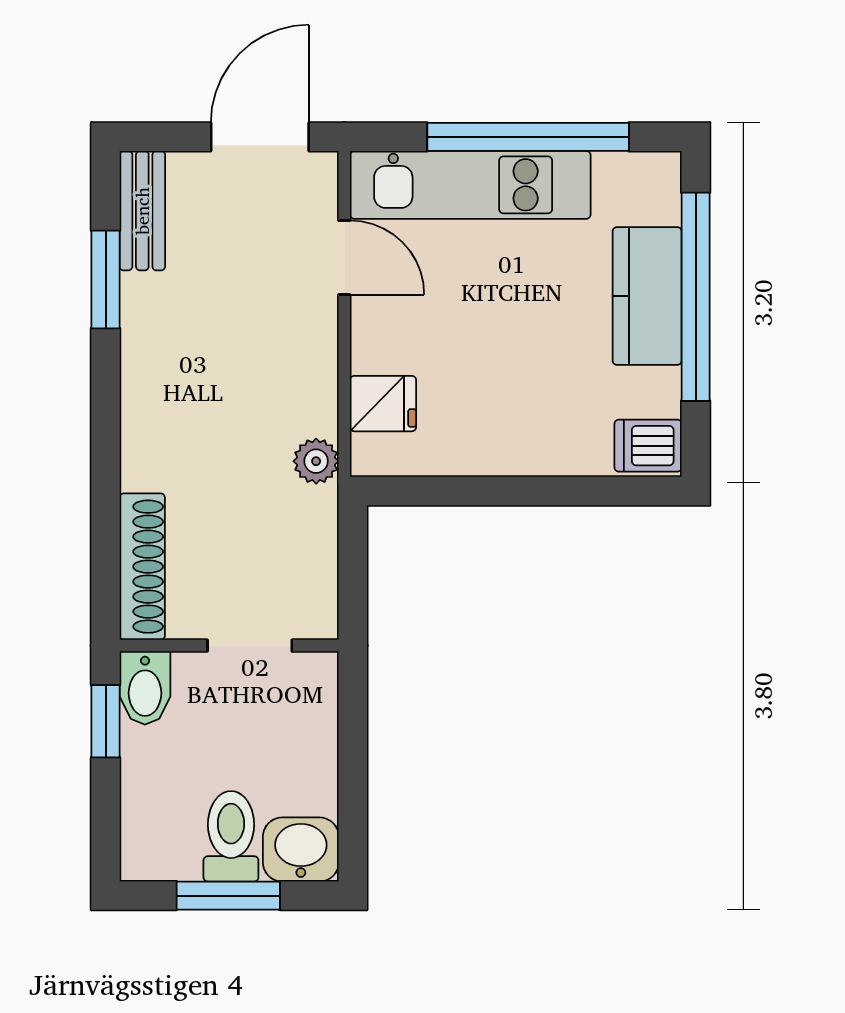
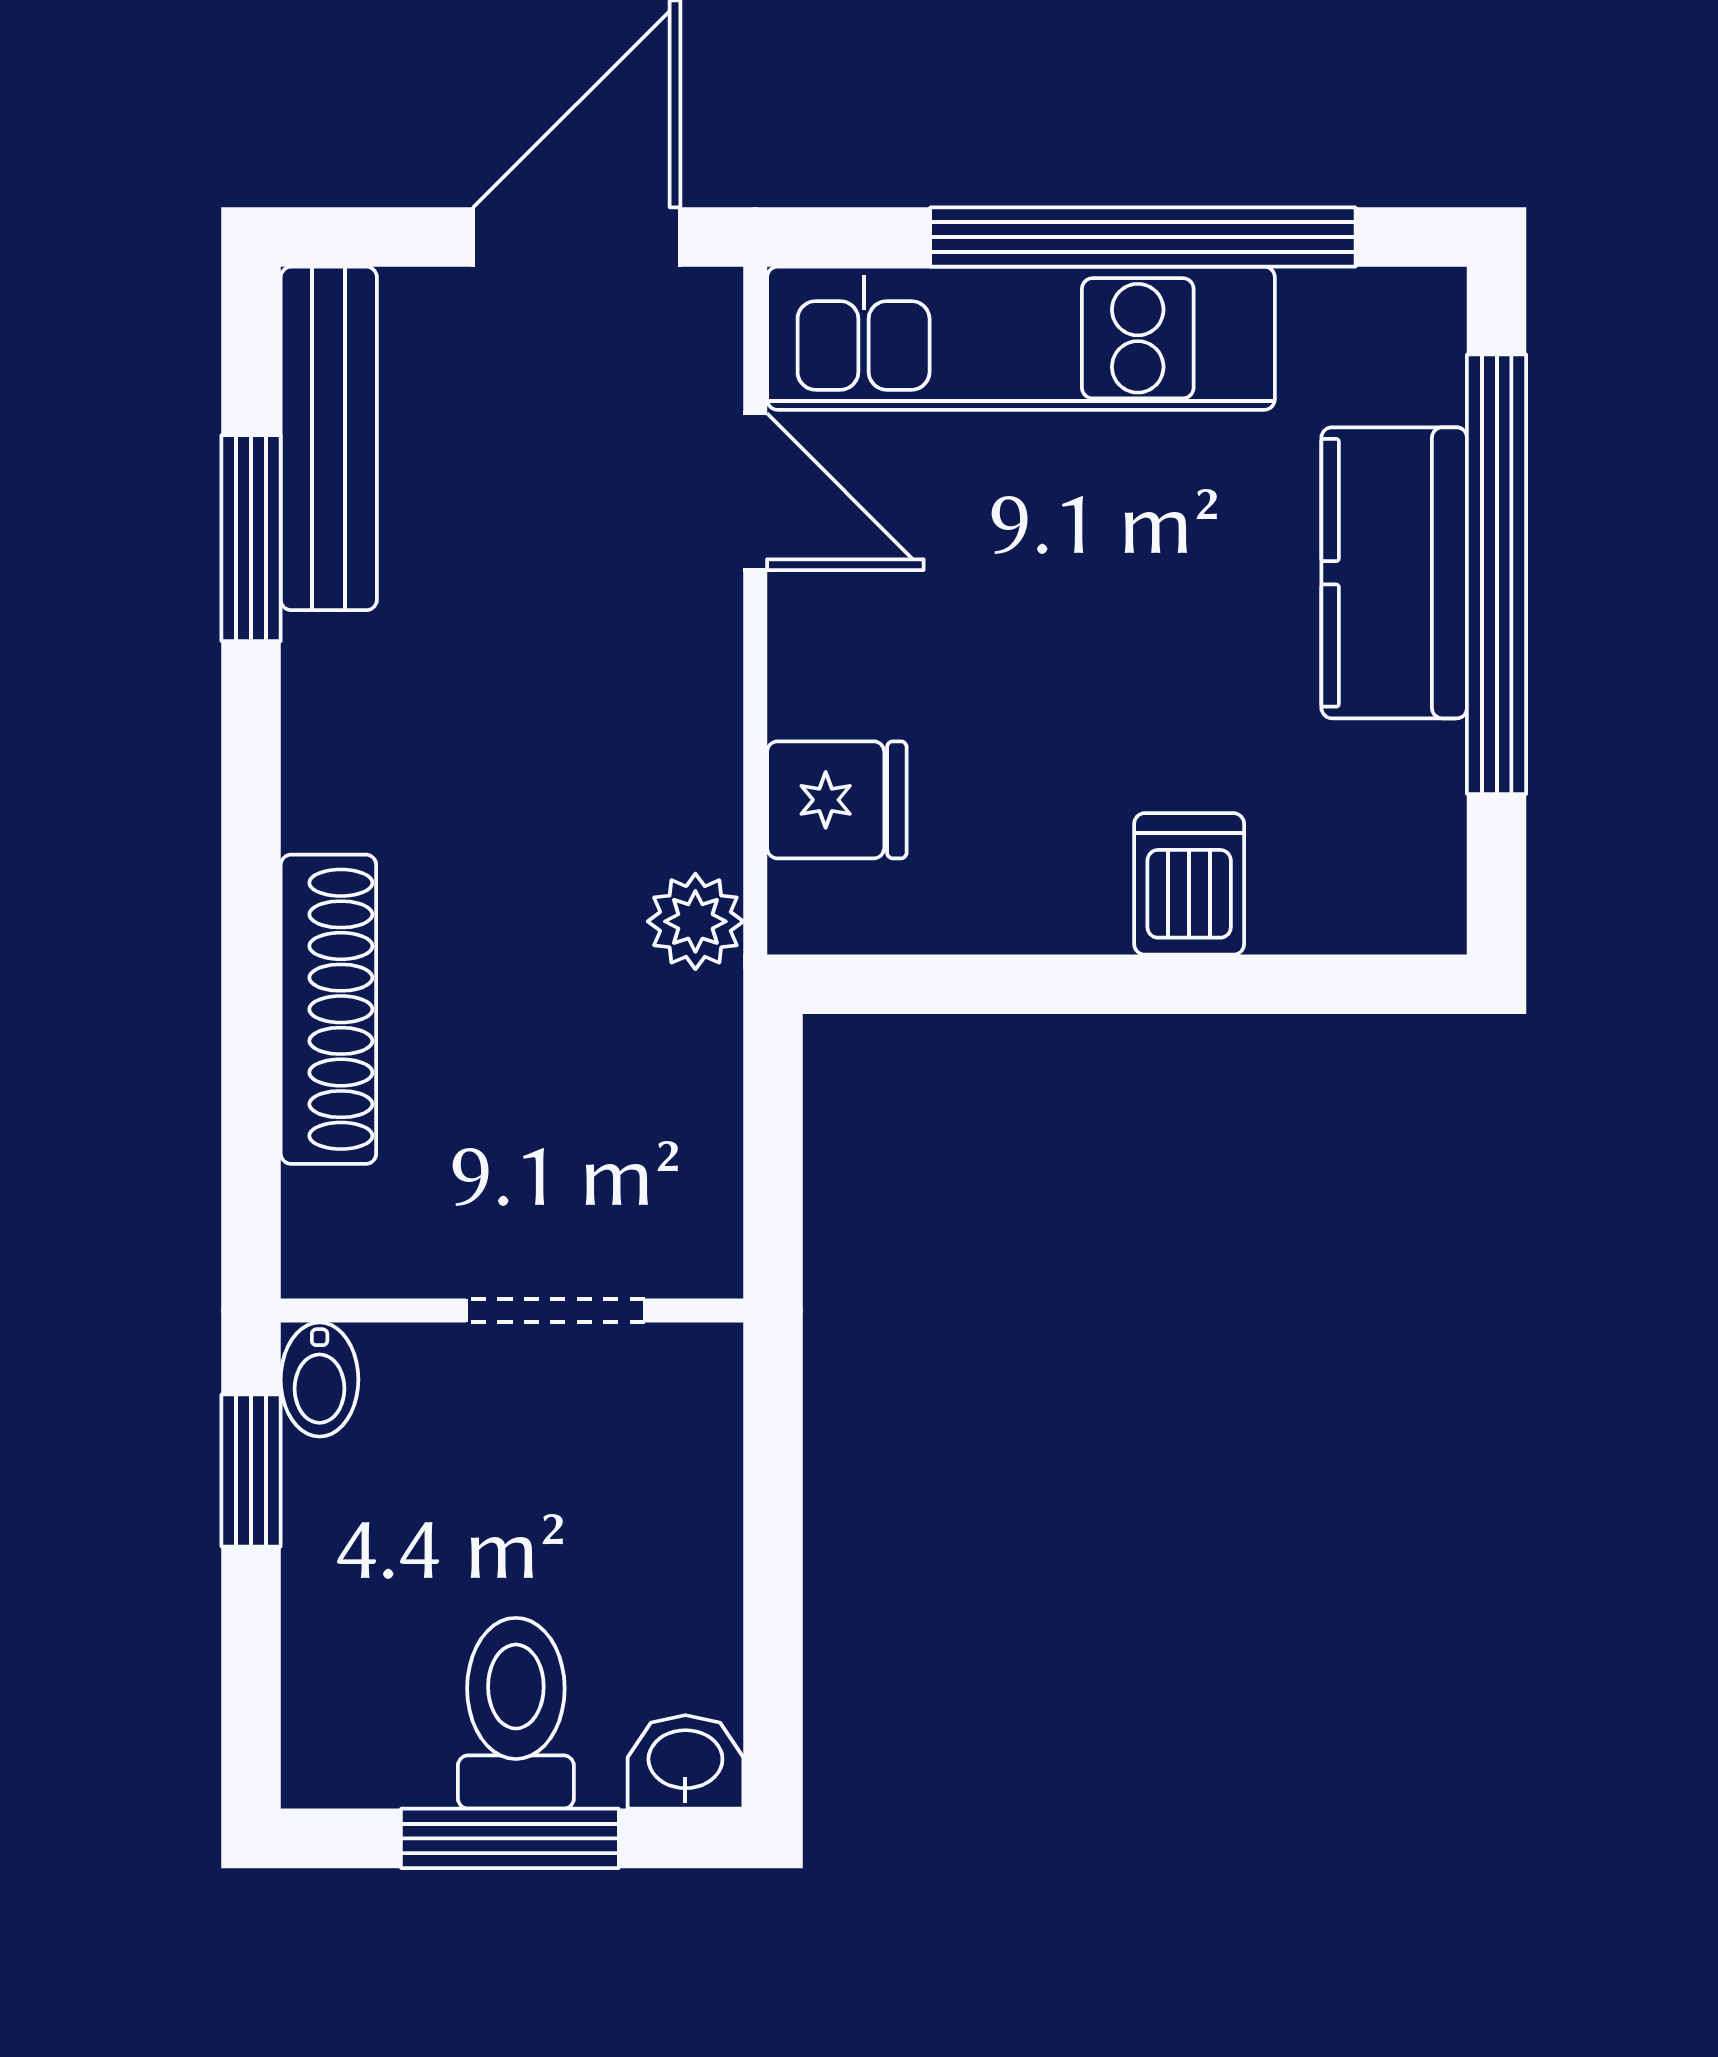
bench: (142, 211) -> (329, 438), width x1.36
dishwasher: (648, 446) -> (1189, 884), moved, turned 90
shoe rack: (142, 567) -> (328, 1009), moved
bidet: (145, 688) -> (320, 1379), width x0.72, depth x0.74
washbasin: (301, 849) -> (685, 1762), width x0.72, depth x0.69

